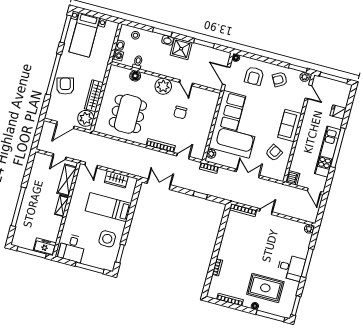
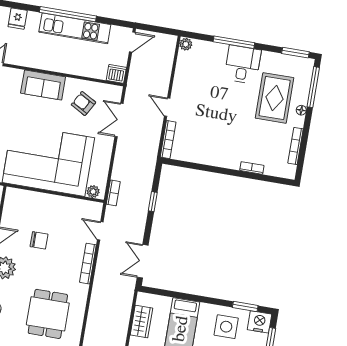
dining table: (128, 114) -> (48, 314), width x0.73
double door: (248, 174) -> (119, 120), moved
nightstand: (108, 263) -> (259, 322), added

